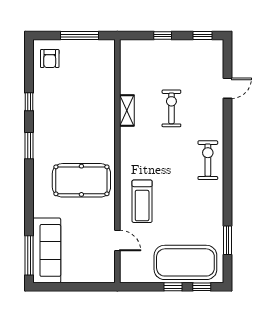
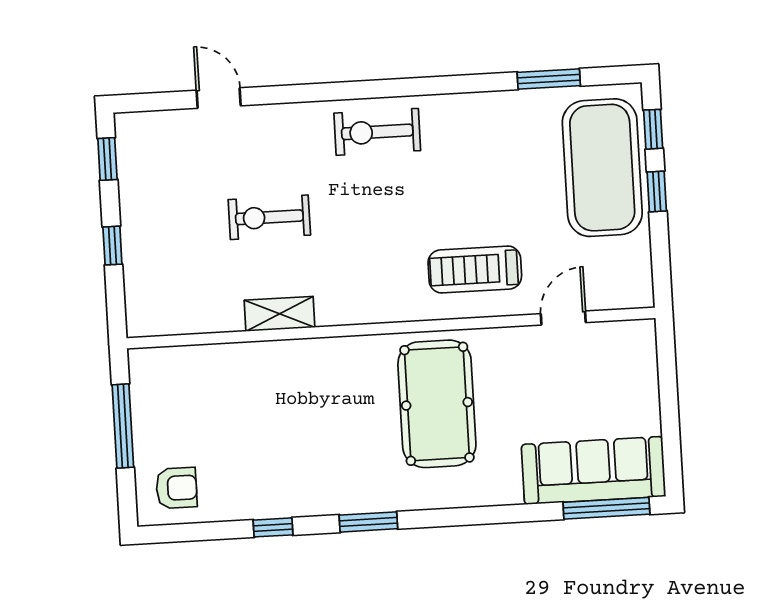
treadmill: (142, 201) -> (475, 270), turned 180

